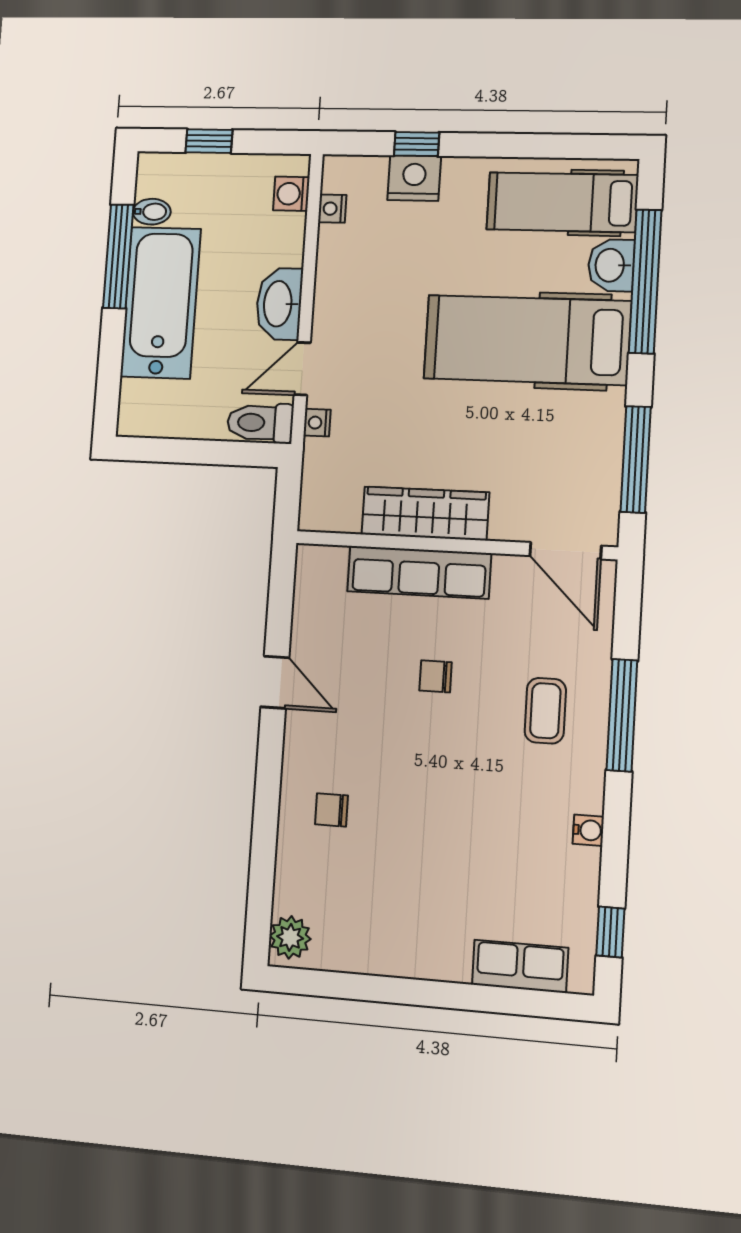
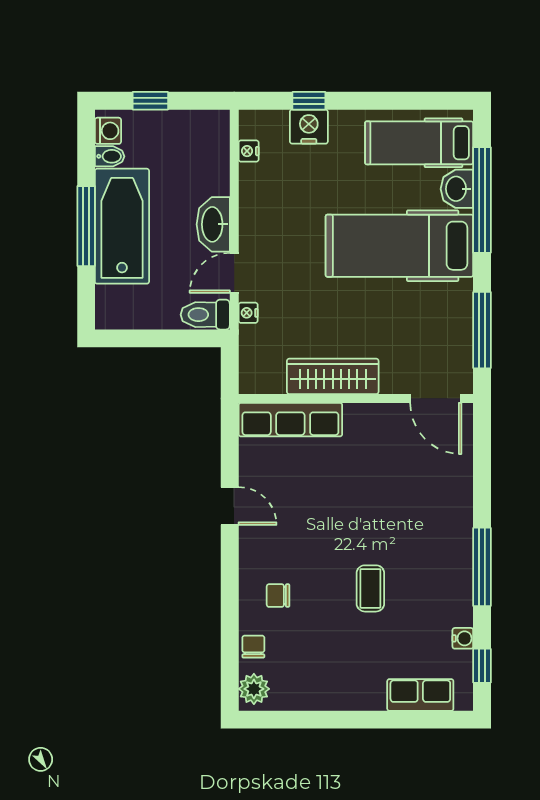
washing machine: (291, 194) -> (108, 131), moved, turned 180
window: (118, 256) -> (86, 226), moved
row of seats: (419, 572) -> (290, 420), moved
chair: (435, 676) -> (253, 647), moved, turned 90
coffee table: (545, 711) -> (370, 588), moved
window: (622, 715) -> (482, 567), moved
water cooler: (588, 830) -> (463, 638), moved

